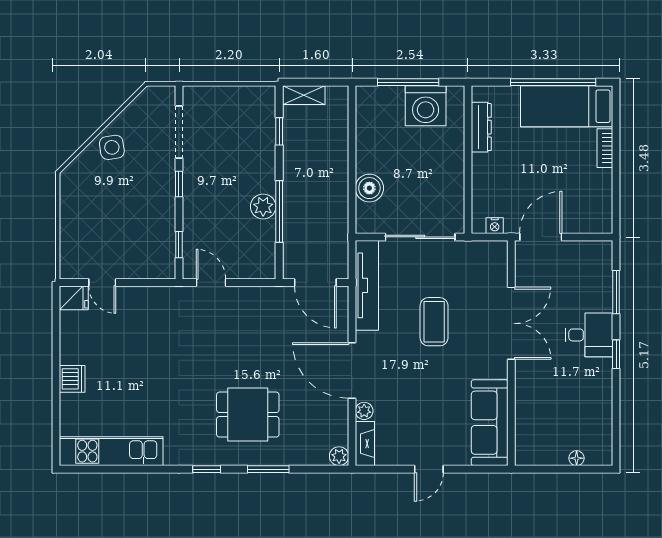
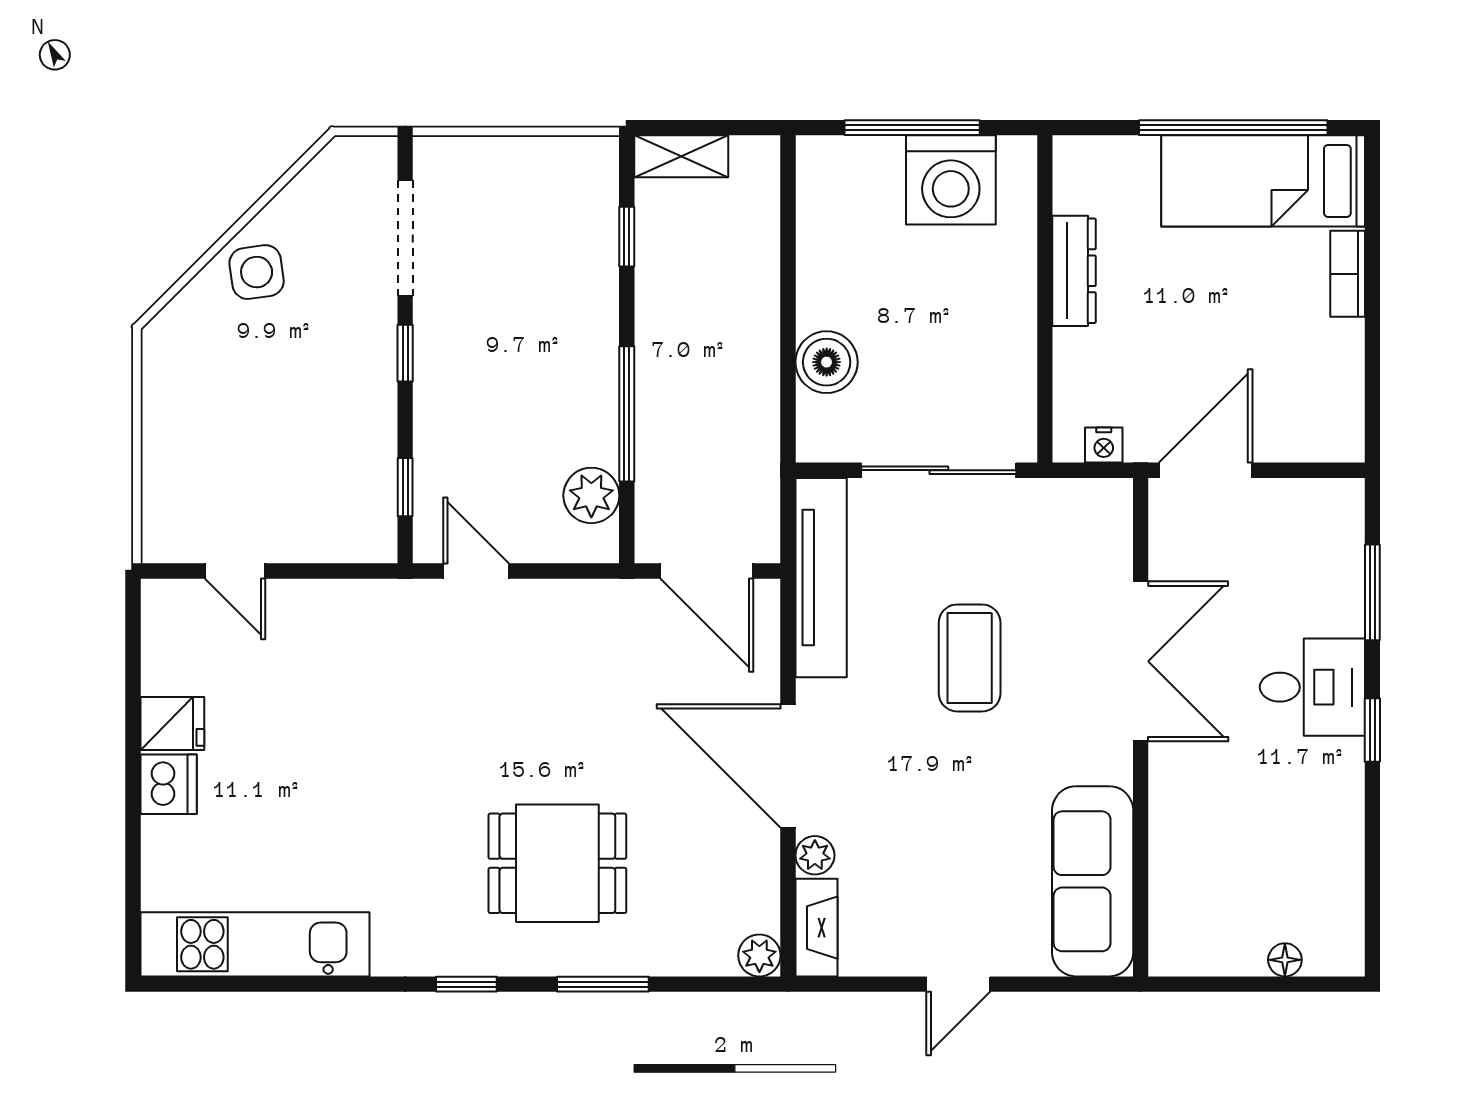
dresser: (481, 127) -> (1074, 271), moved
plant: (263, 206) -> (591, 495), moved
fridge: (74, 298) -> (172, 724), moved

